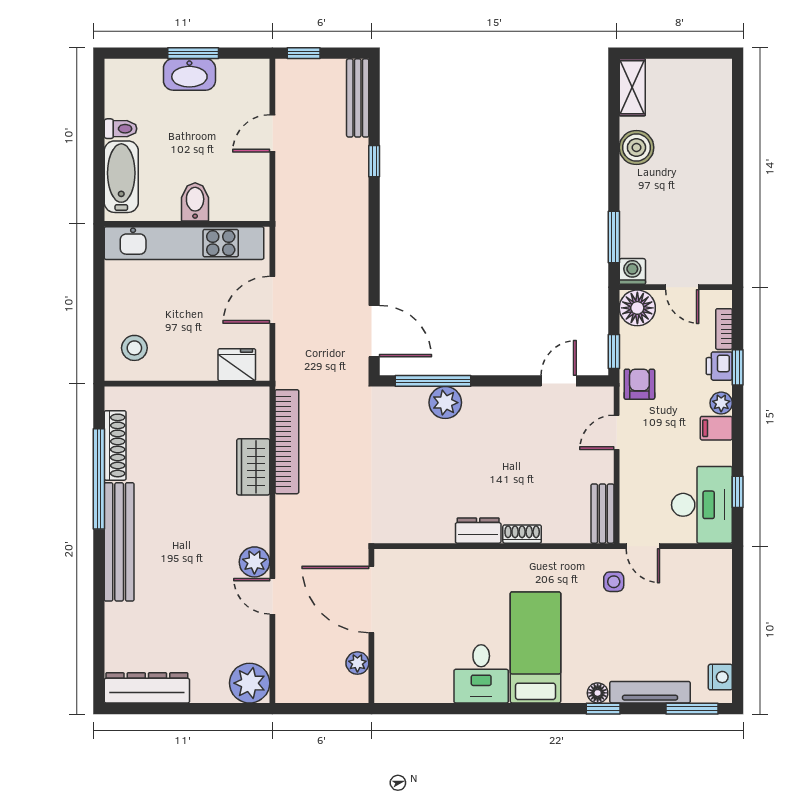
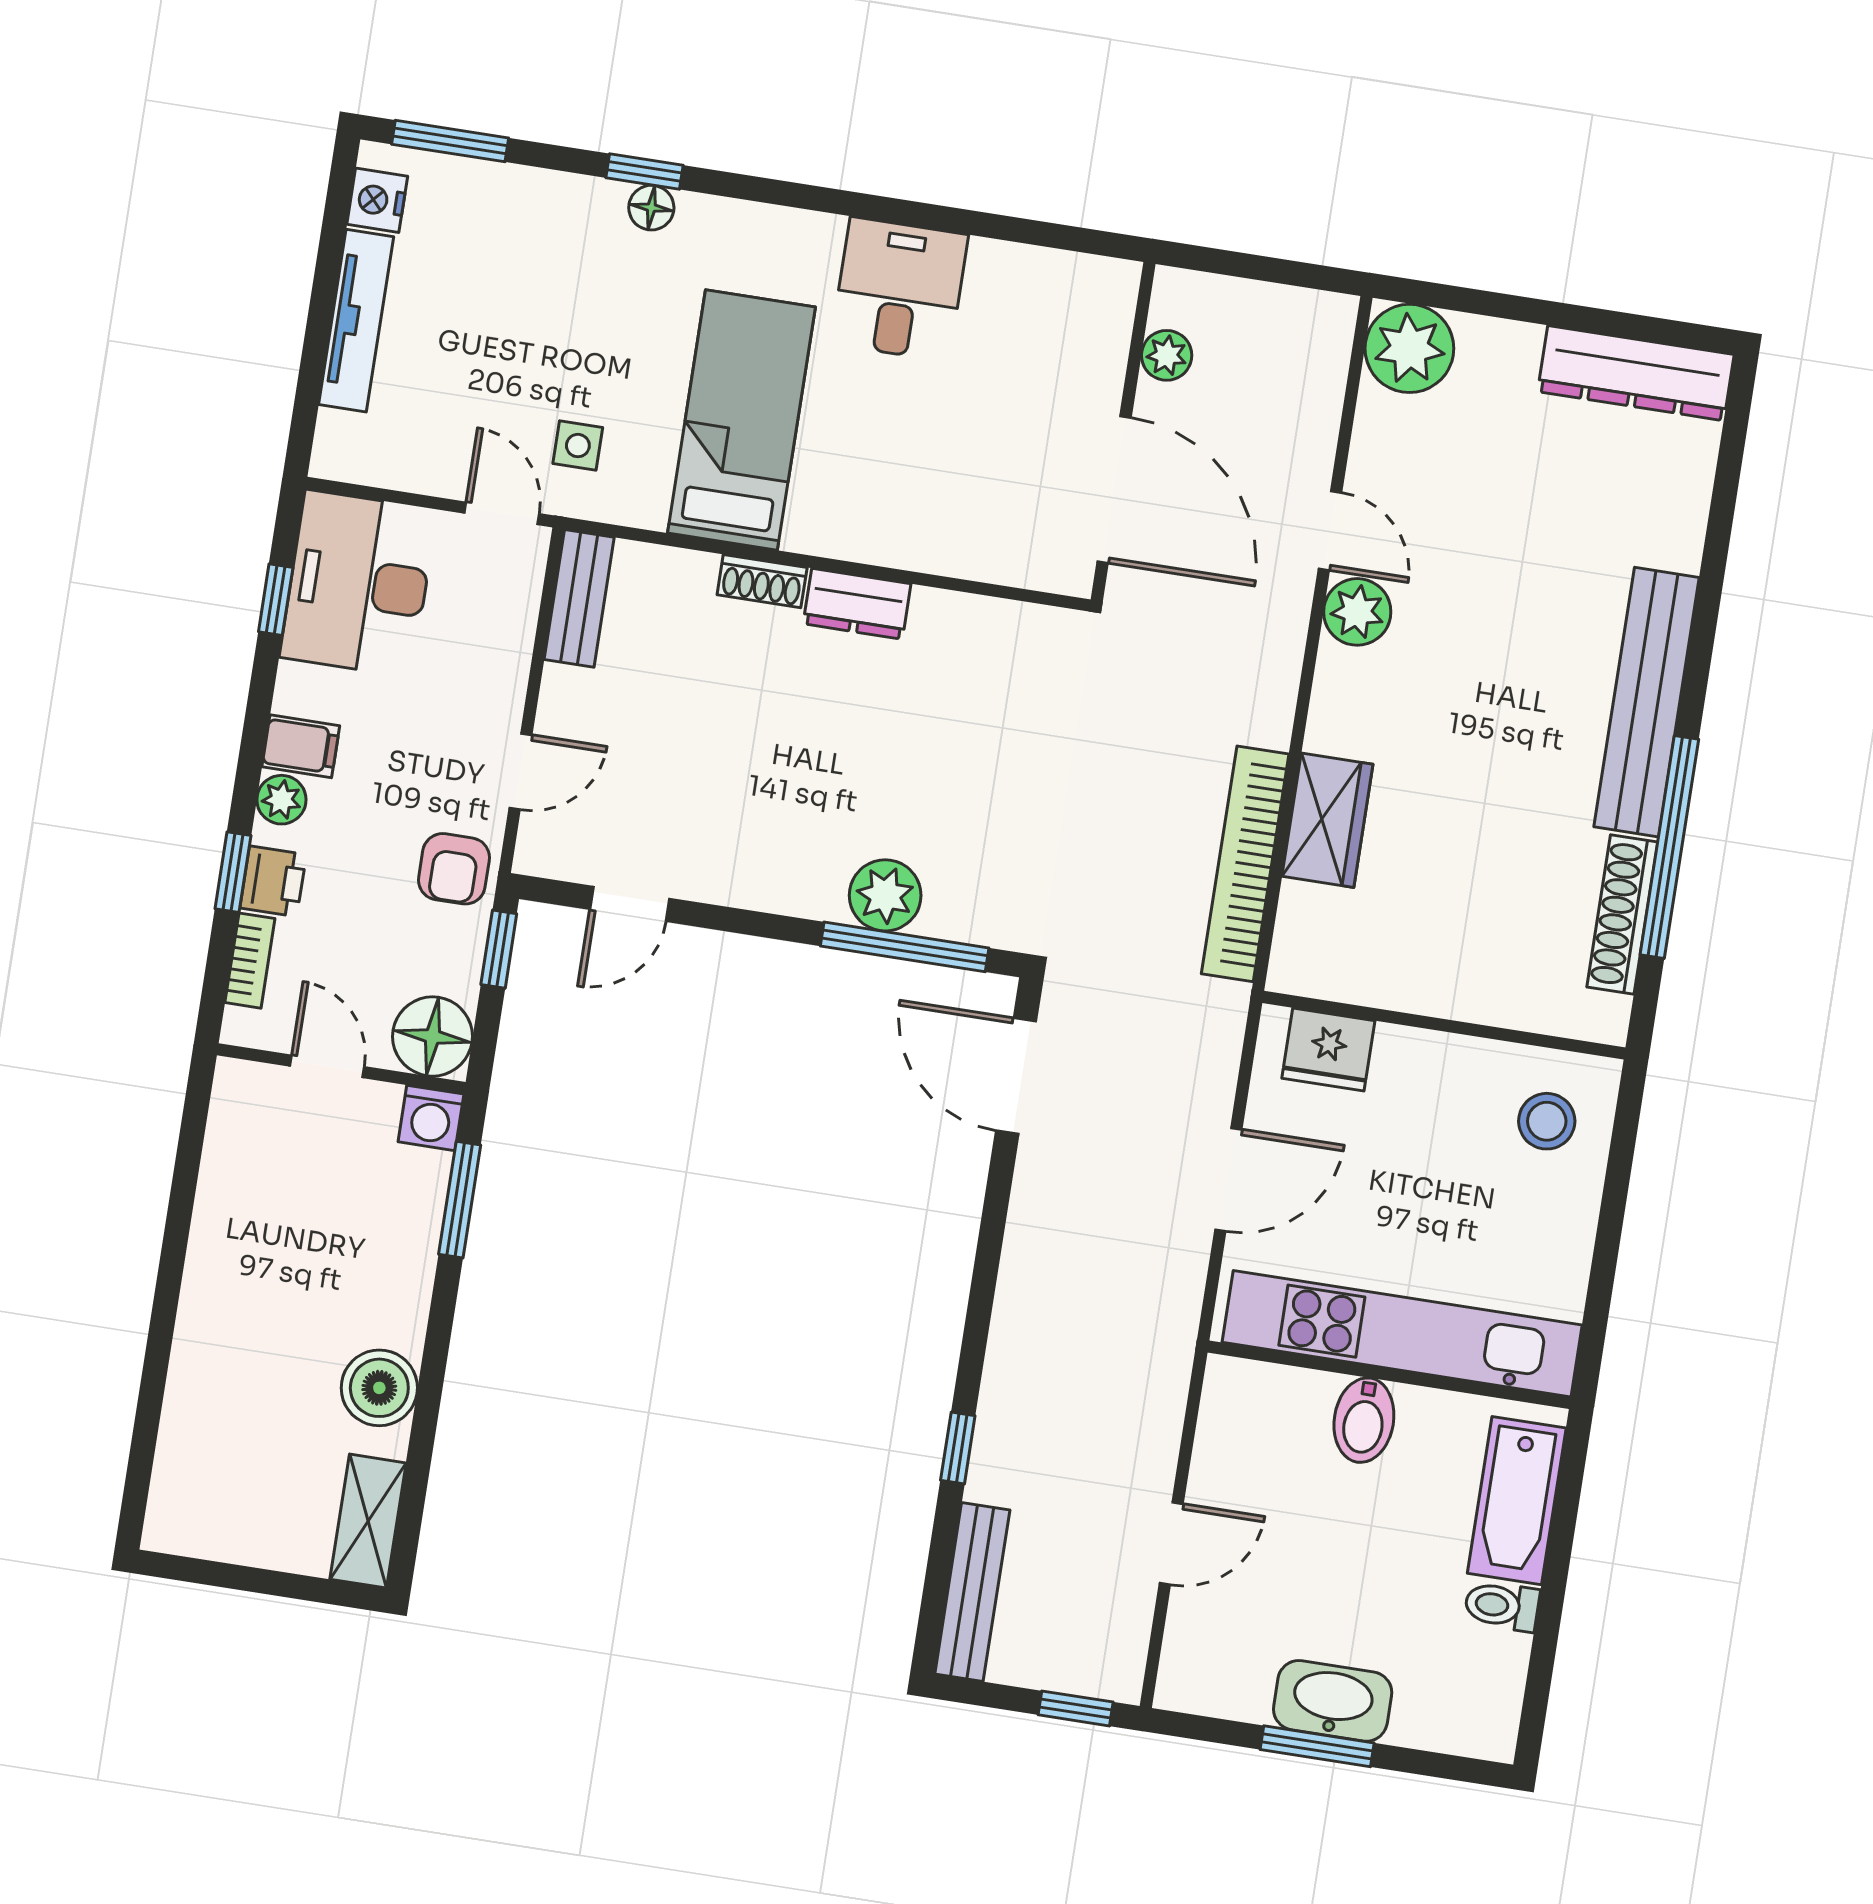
bed: (535, 647) -> (741, 420), moved, turned 180
tv unit: (650, 692) -> (356, 321), moved, turned -90

